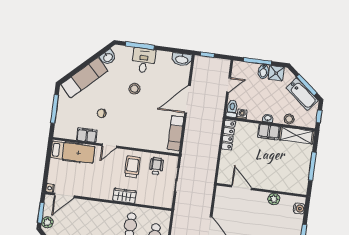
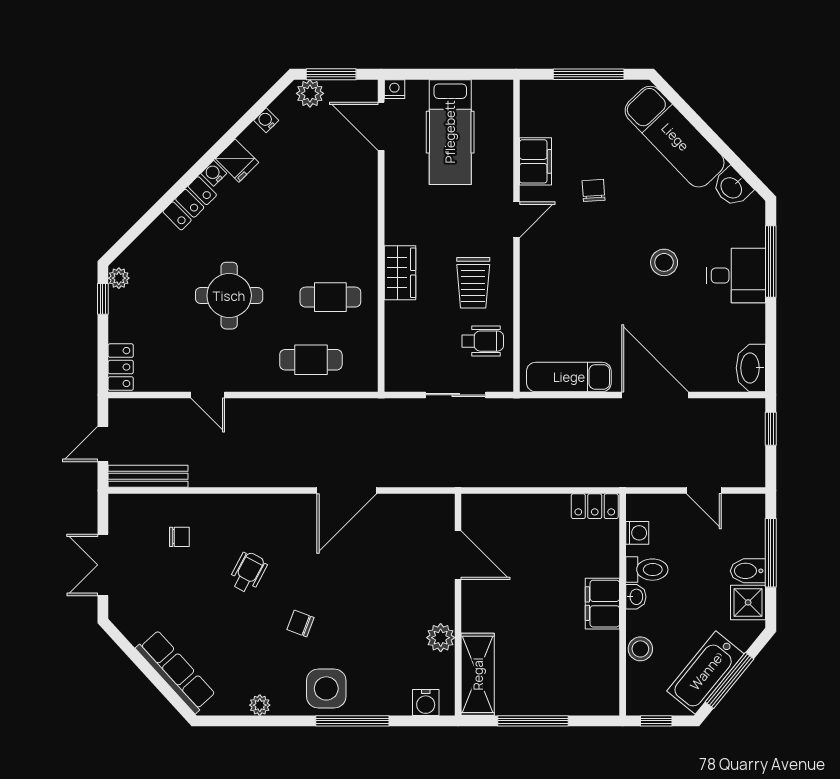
toilet: (232, 109) -> (647, 570), moved
locker: (228, 135) -> (595, 506), width x0.66
shelving: (297, 135) -> (478, 674), moved
door: (109, 146) -> (516, 220), swing flipped
hospital bed: (73, 152) -> (450, 132), moved
trolley: (132, 167) -> (473, 283), turned 90
door: (241, 188) -> (458, 555), hinge flipped

